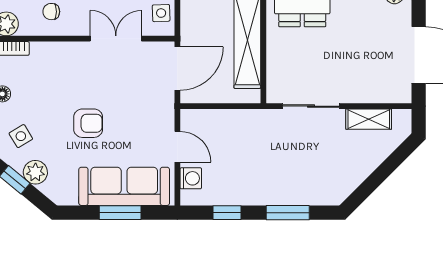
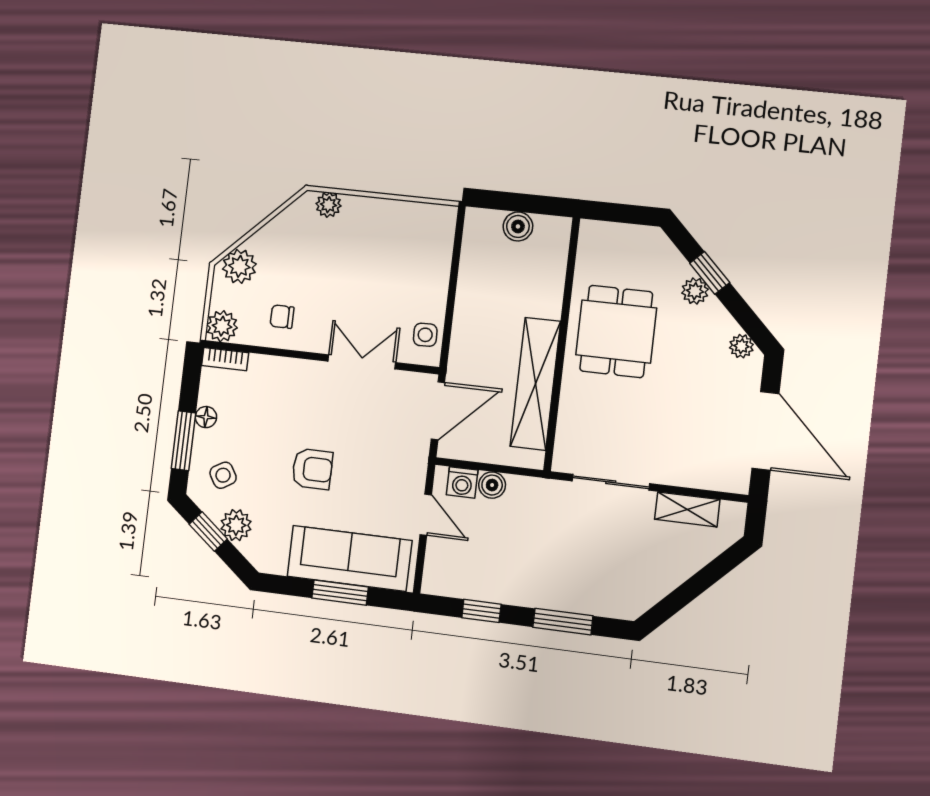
boiler: (224, 119) -> (492, 485), added
washing machine: (191, 178) -> (462, 482), moved, turned 90

